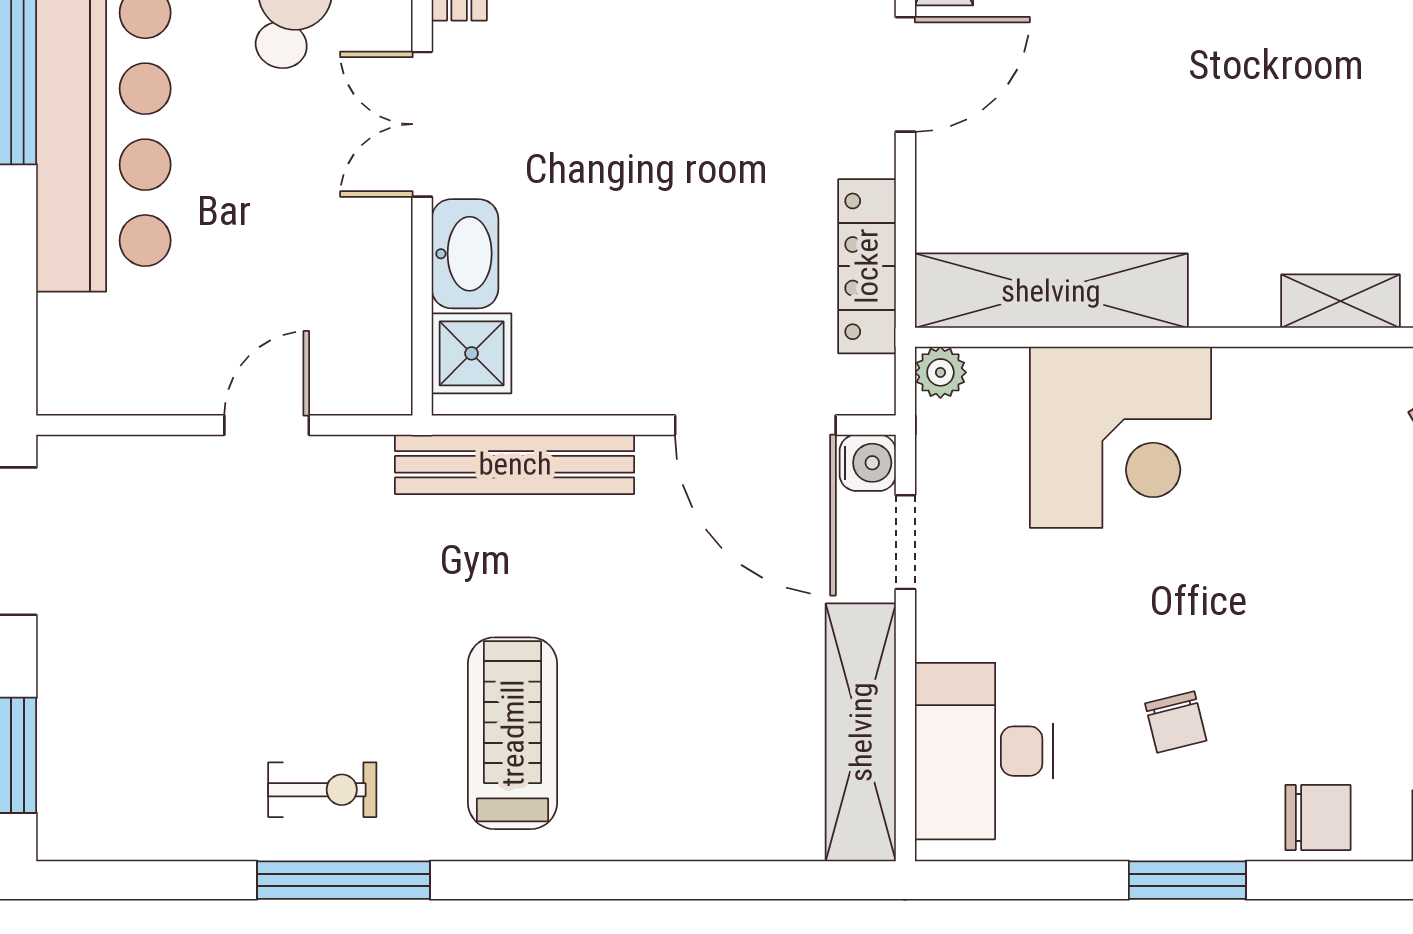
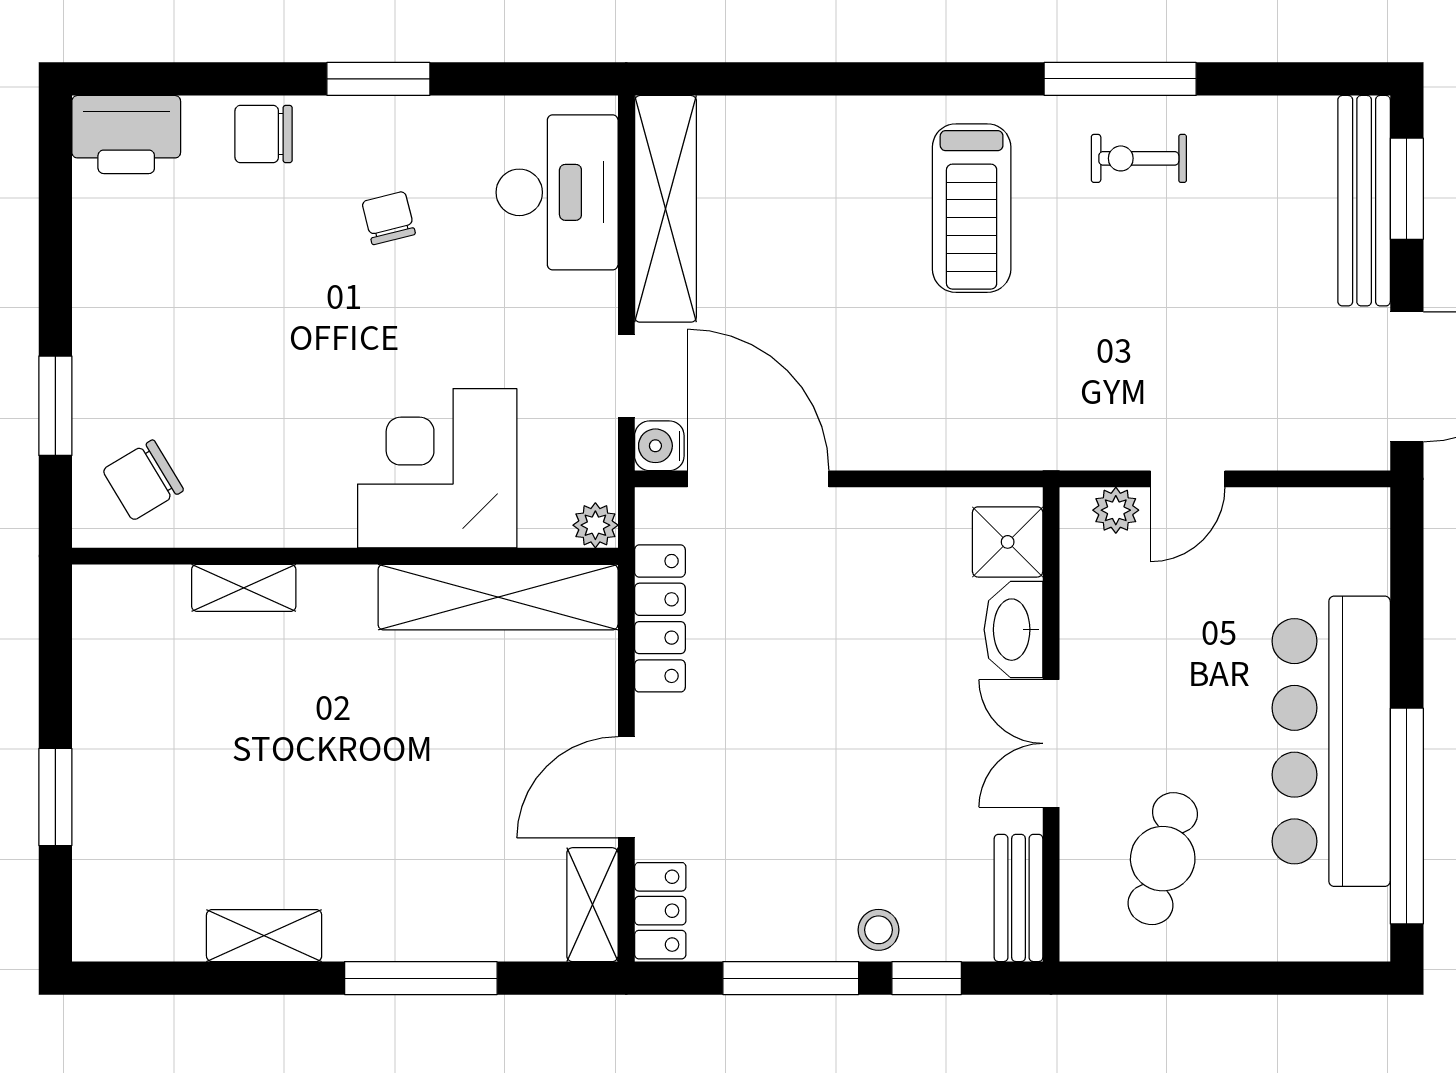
double door: (422, 124) -> (1051, 743), swing flipped
plant: (348, 389) -> (1116, 510), added
bench: (515, 464) -> (1364, 201), moved, turned 90

